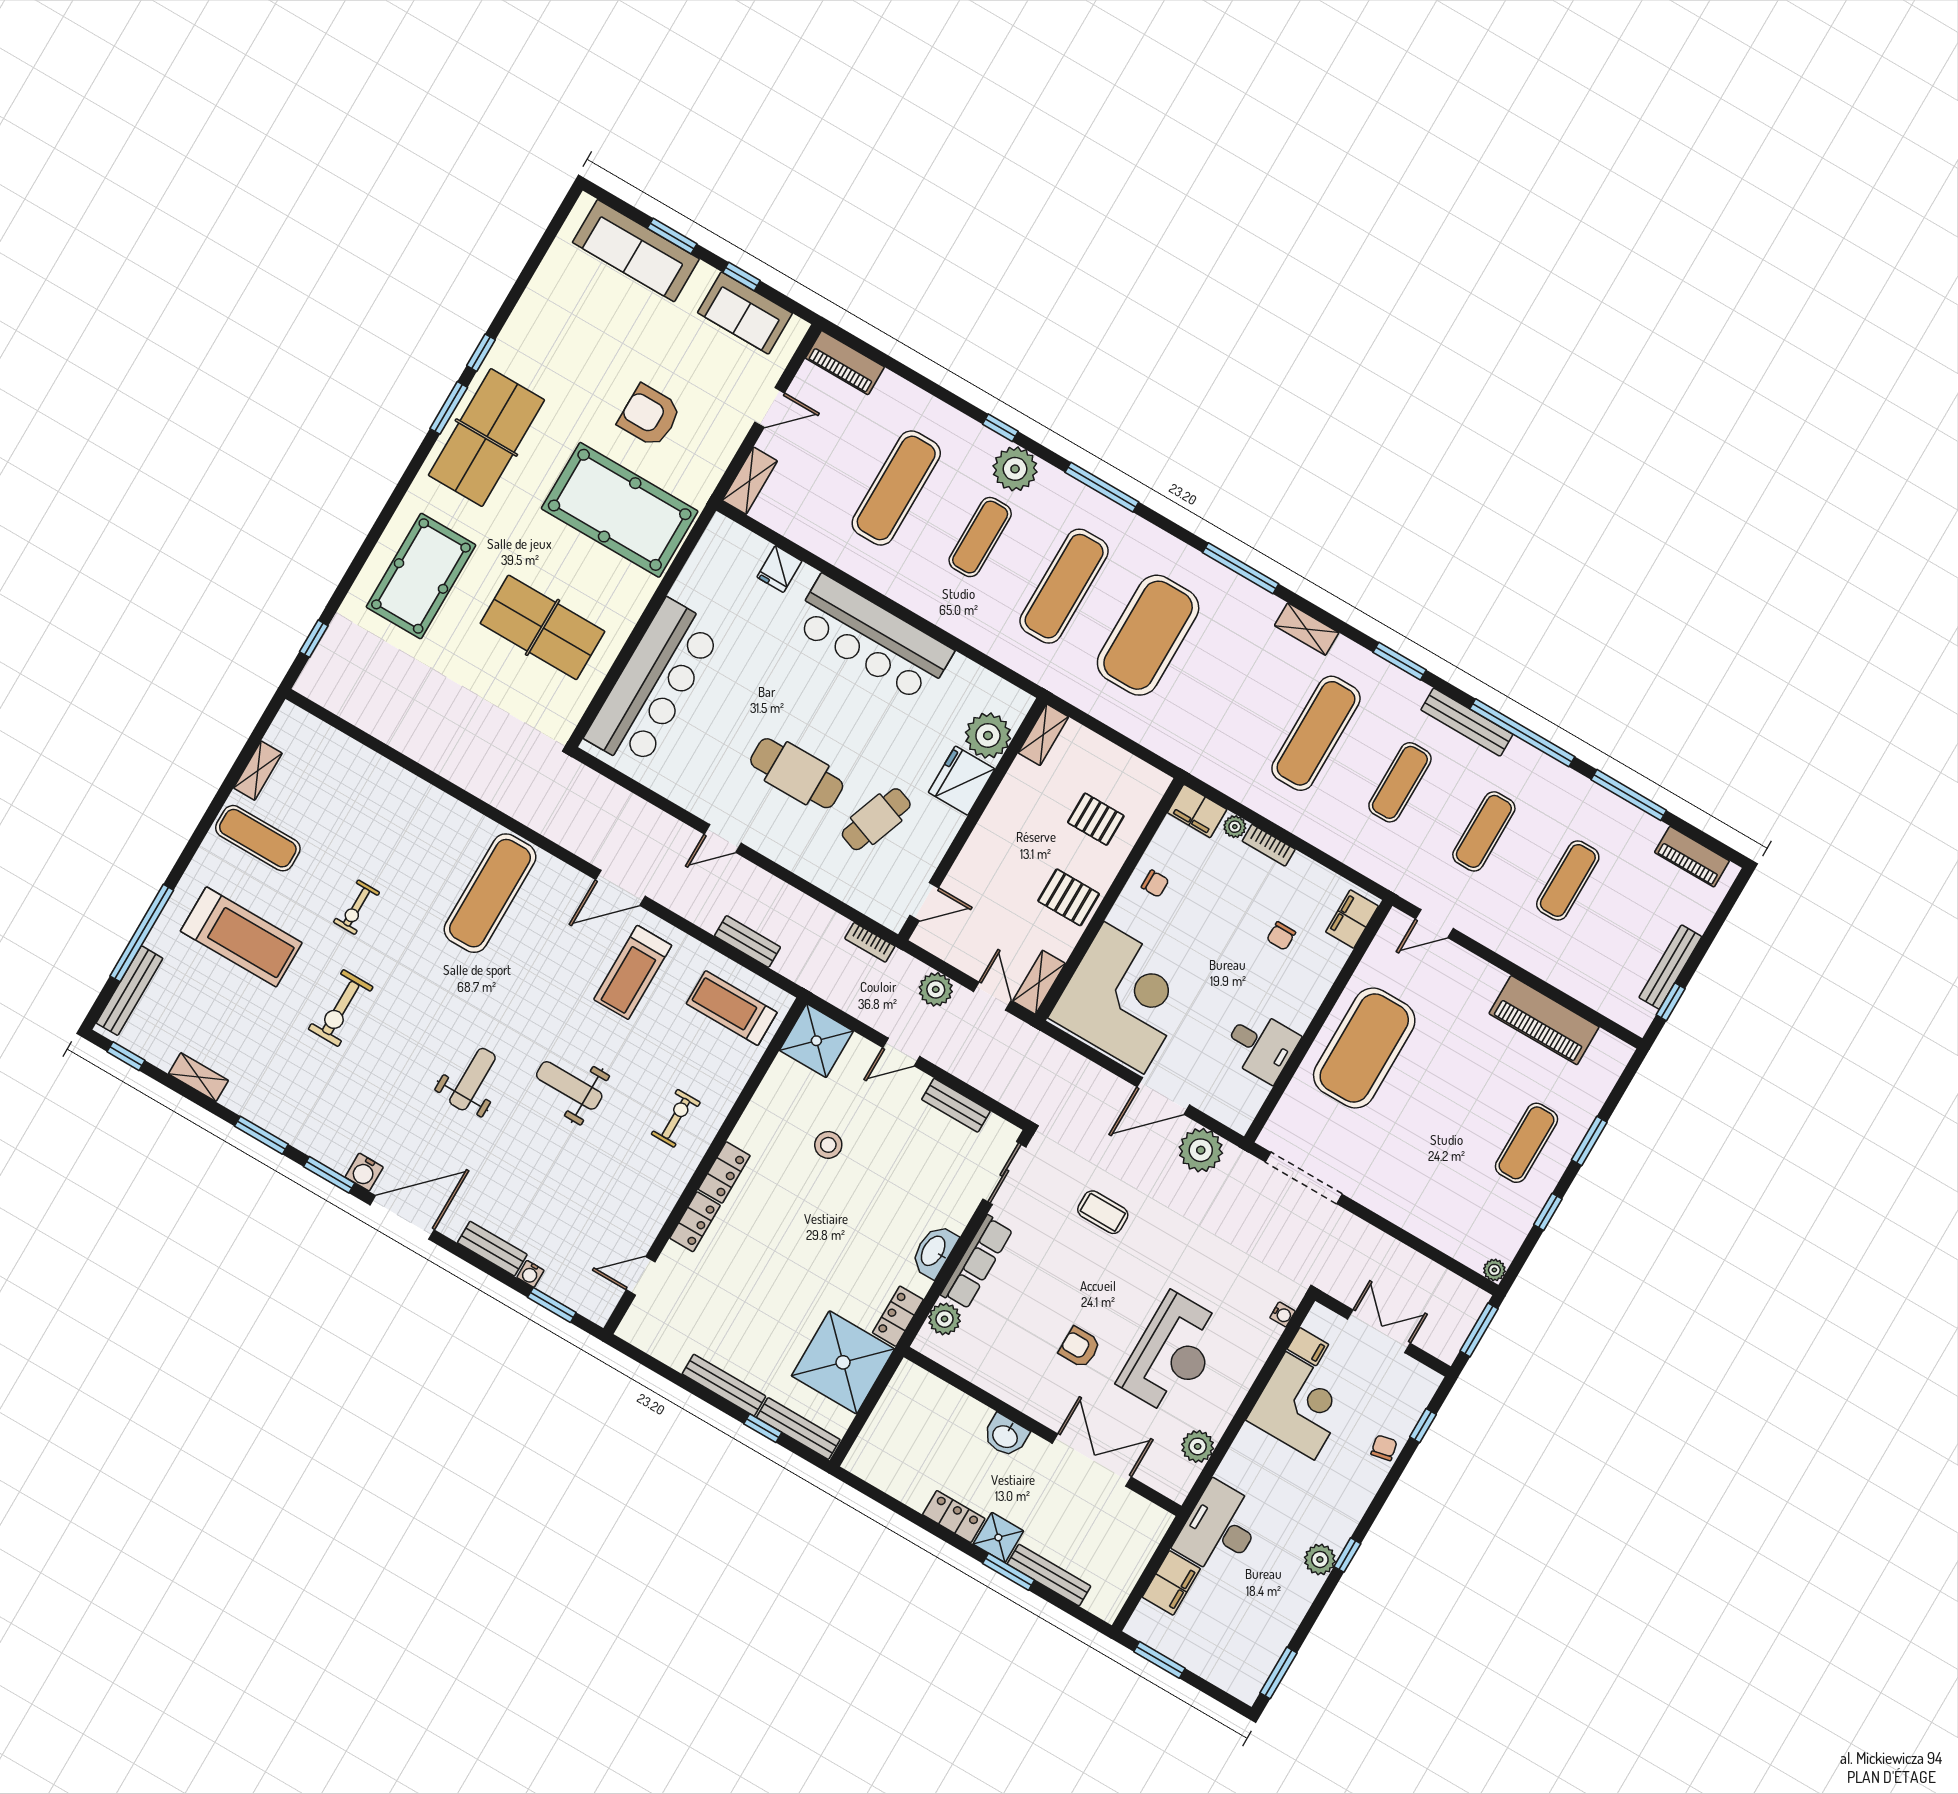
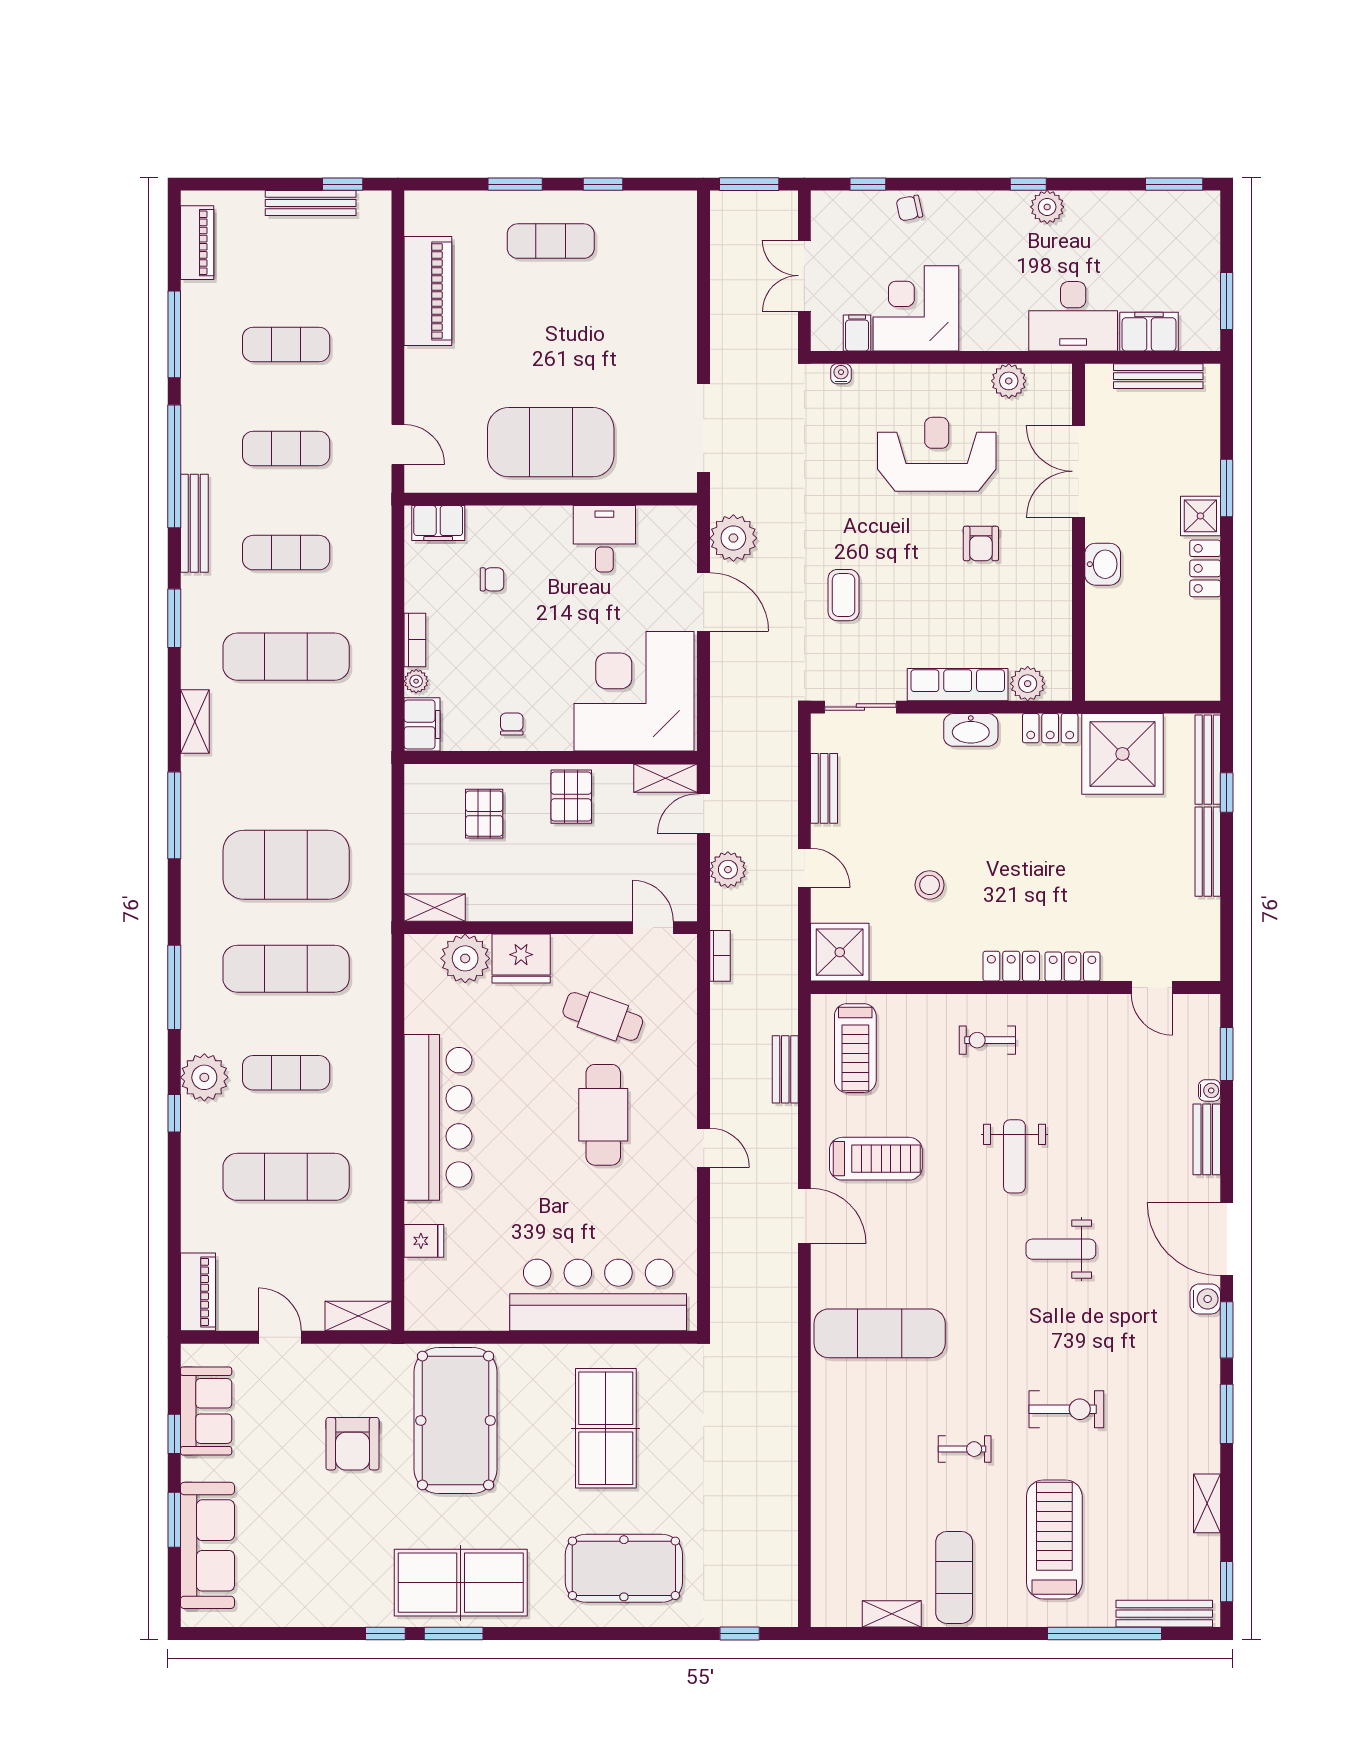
plant: (1494, 1270) -> (686, 202), removed
bench: (1049, 1575) -> (1158, 376), moved, turned 90

